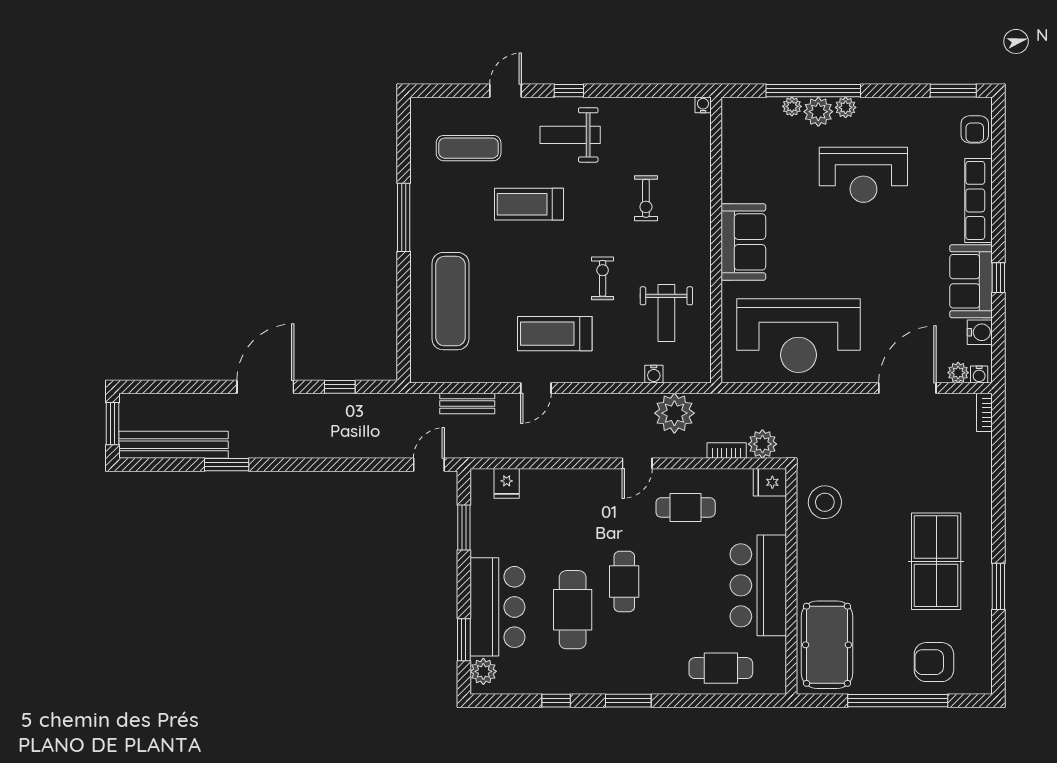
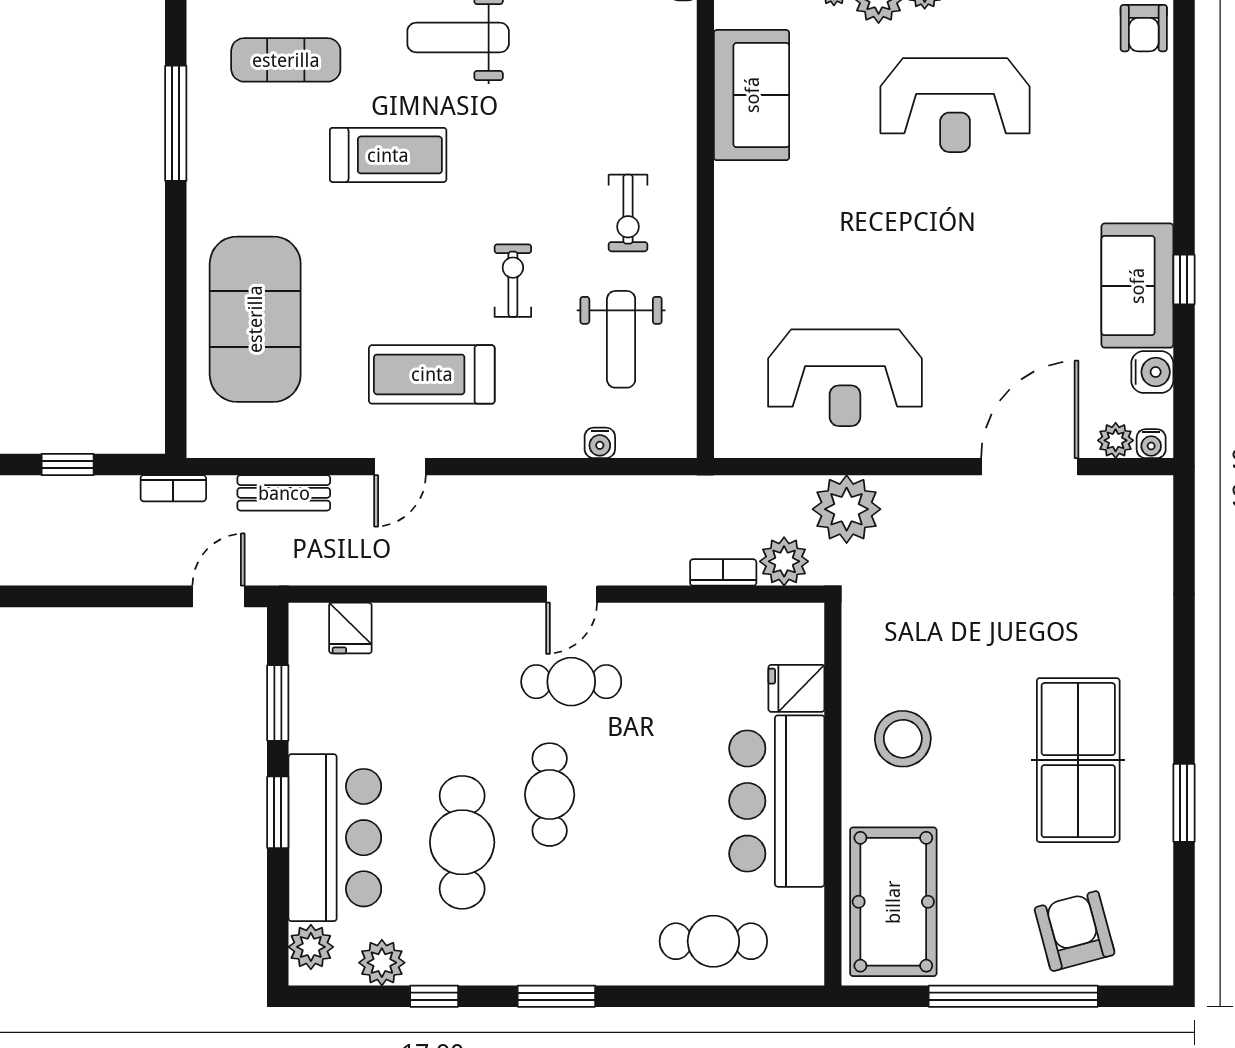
exercise bike: (646, 198) -> (628, 213), moved
row of seats: (979, 200) -> (1150, 149), removed
treadmill: (529, 204) -> (388, 155), turned 180
window: (404, 217) -> (176, 123), moved
sofa: (743, 242) -> (752, 95), moved
exercise mat: (450, 301) -> (255, 319), width x1.47
reception desk: (798, 336) -> (845, 378), width x0.74, depth x0.77
bookcase: (984, 412) -> (173, 488), moved, turned -90
plant: (674, 413) -> (847, 509), moved
fridge: (770, 482) -> (796, 688), moved
stool: (825, 502) -> (903, 739), moved
cafe table: (686, 507) -> (571, 682), moved
window: (464, 640) -> (278, 812), moved
armchair: (934, 662) -> (1075, 931), turned 75
plant: (525, 681) -> (382, 963), added

